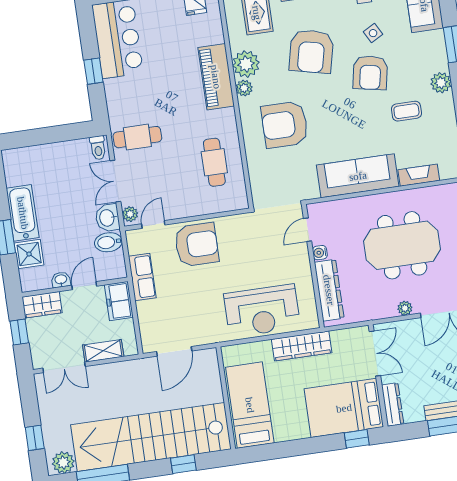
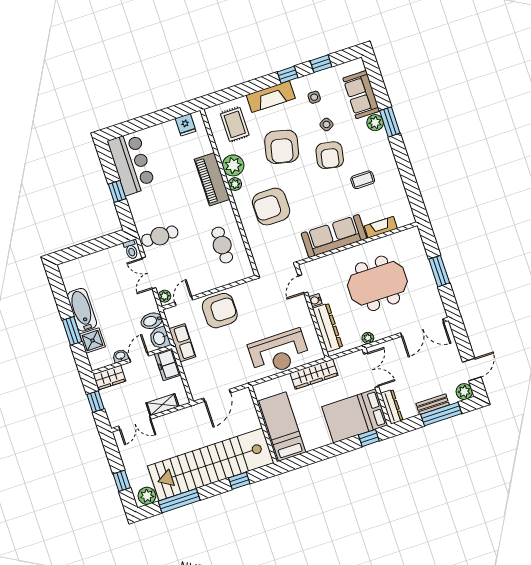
plant: (441, 83) -> (375, 123), moved
washbasin: (108, 218) -> (160, 338), moved
plant: (405, 308) -> (368, 338), moved

